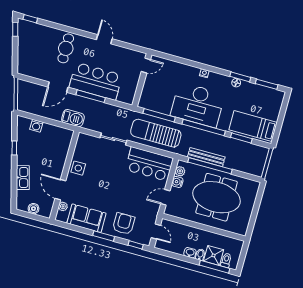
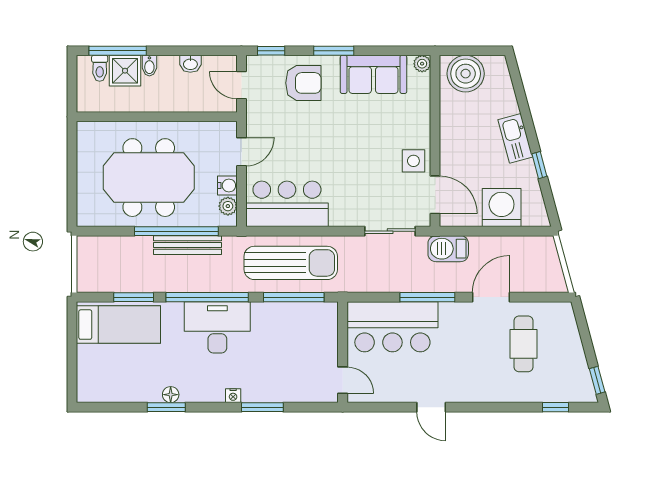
window: (30, 19) -> (556, 407), moved
cafe table: (66, 48) -> (523, 344), moved
door: (146, 66) -> (343, 380), swing flipped
bar counter: (96, 81) -> (392, 327), moved
window: (267, 84) -> (262, 407), moved
desk: (198, 105) -> (217, 327), width x0.73, depth x0.77
washing machine: (36, 126) -> (502, 207), width x1.89, depth x1.89
sliding door: (113, 139) -> (390, 231), moved
kitchen sink: (23, 178) -> (515, 138), moved
door: (60, 190) -> (435, 195), moved
plant: (63, 206) -> (422, 64), moved
boiler: (33, 209) -> (466, 74), width x1.86, depth x1.86
armchair: (124, 224) -> (303, 83), turned -90
washbasin: (190, 253) -> (190, 64), moved

